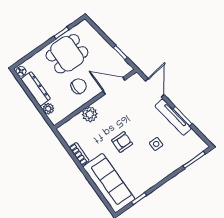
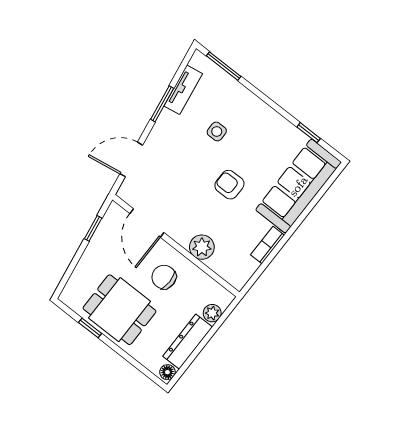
tv unit: (173, 117) -> (183, 90), moved, width x0.71

